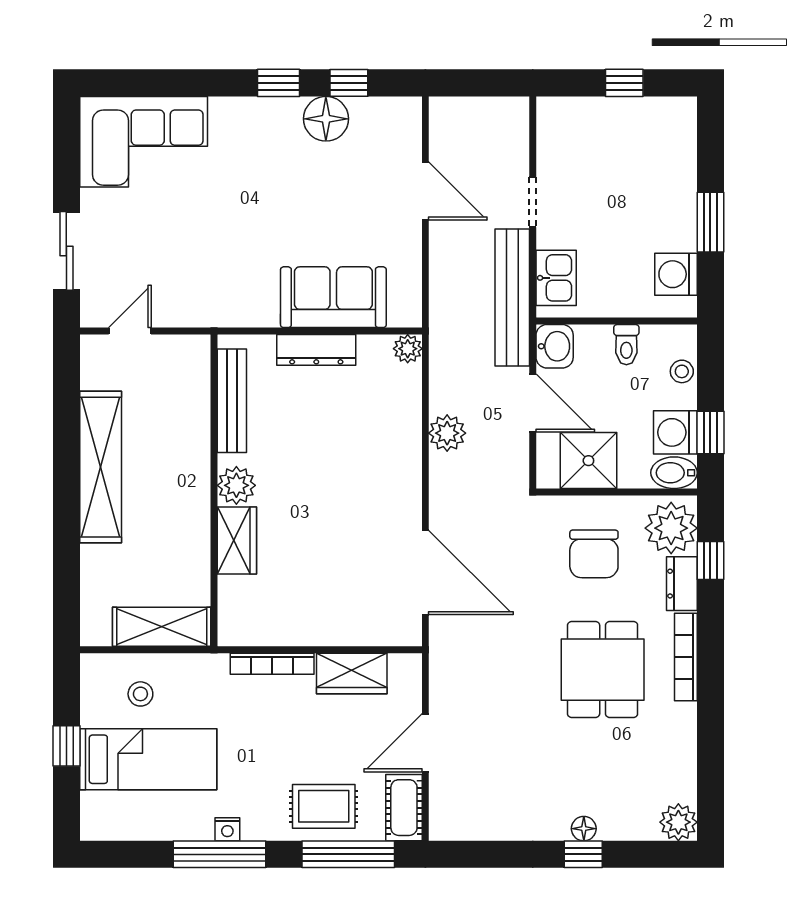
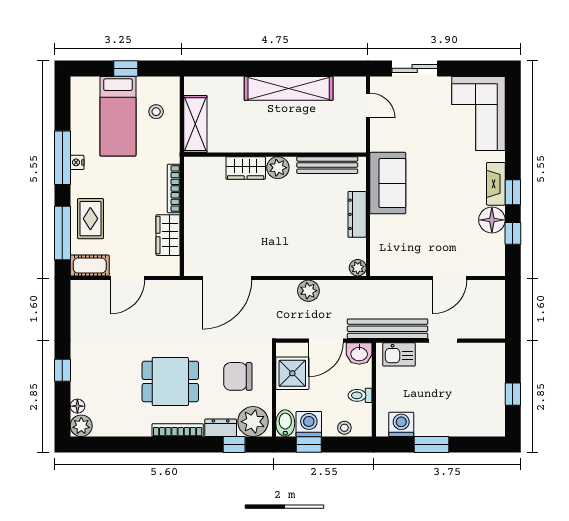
fireplace: (264, 112) -> (496, 184), added
sofa: (333, 297) -> (388, 183), moved
door: (425, 743) -> (128, 278), swing flipped
floor lamp: (584, 829) -> (77, 406), moved

